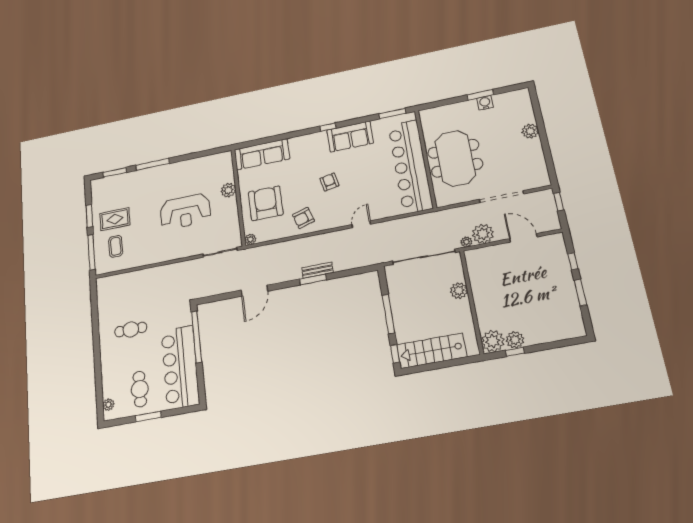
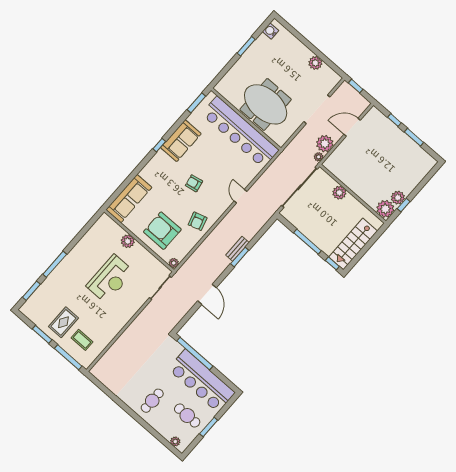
water cooler: (485, 103) -> (271, 31), moved
plant: (530, 131) -> (315, 63), moved
cafe table: (131, 330) -> (152, 401), moved

